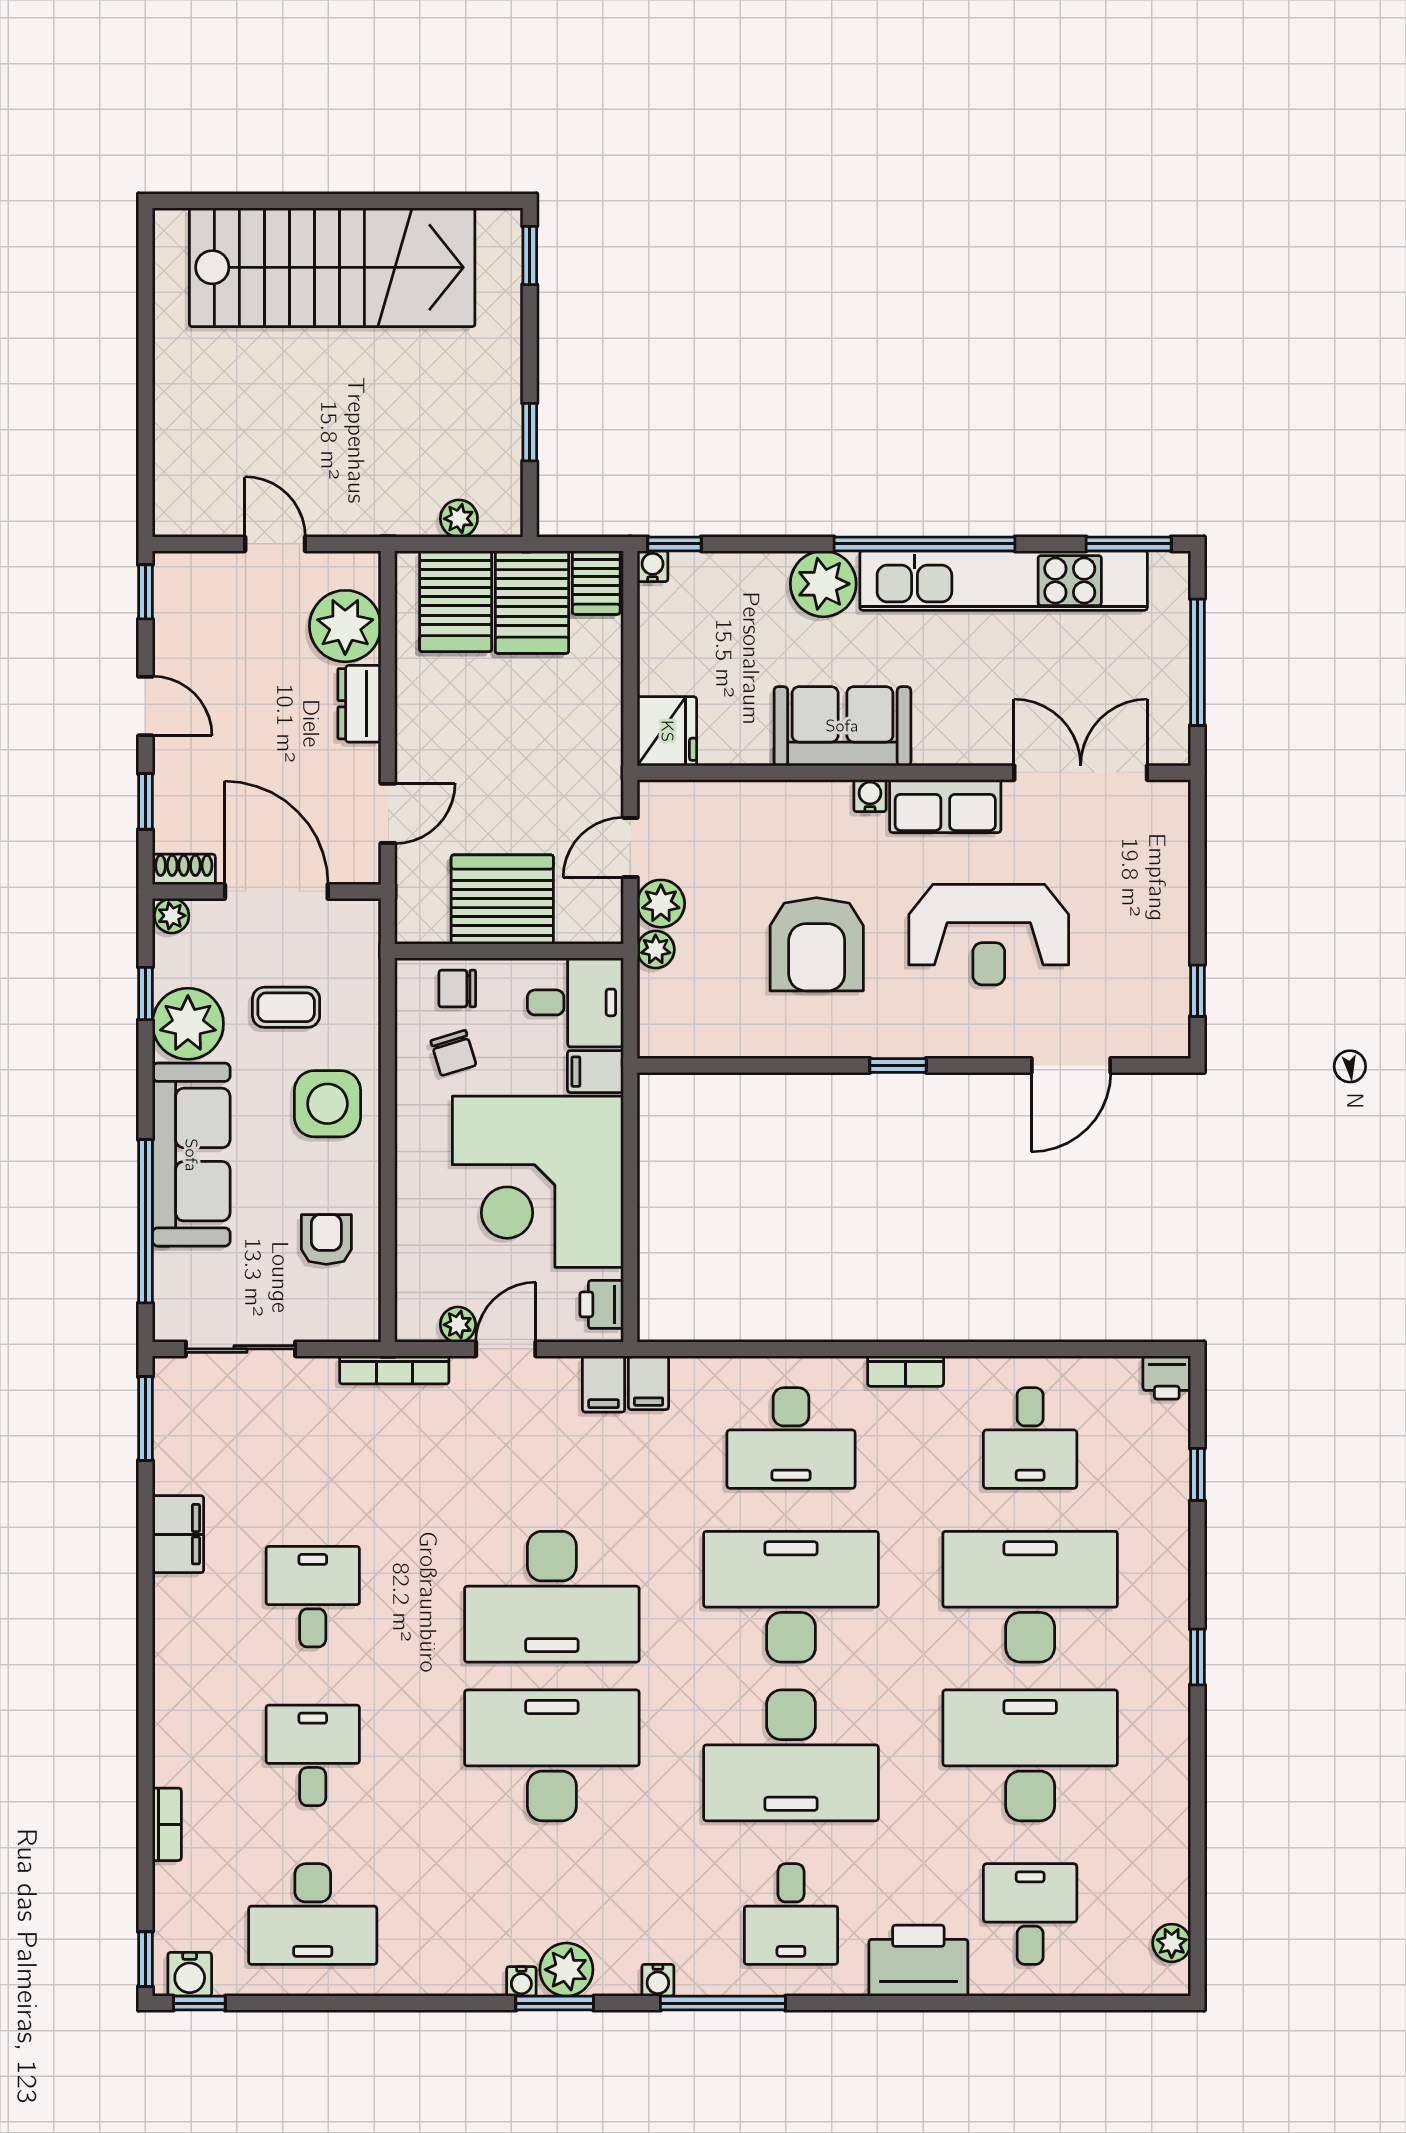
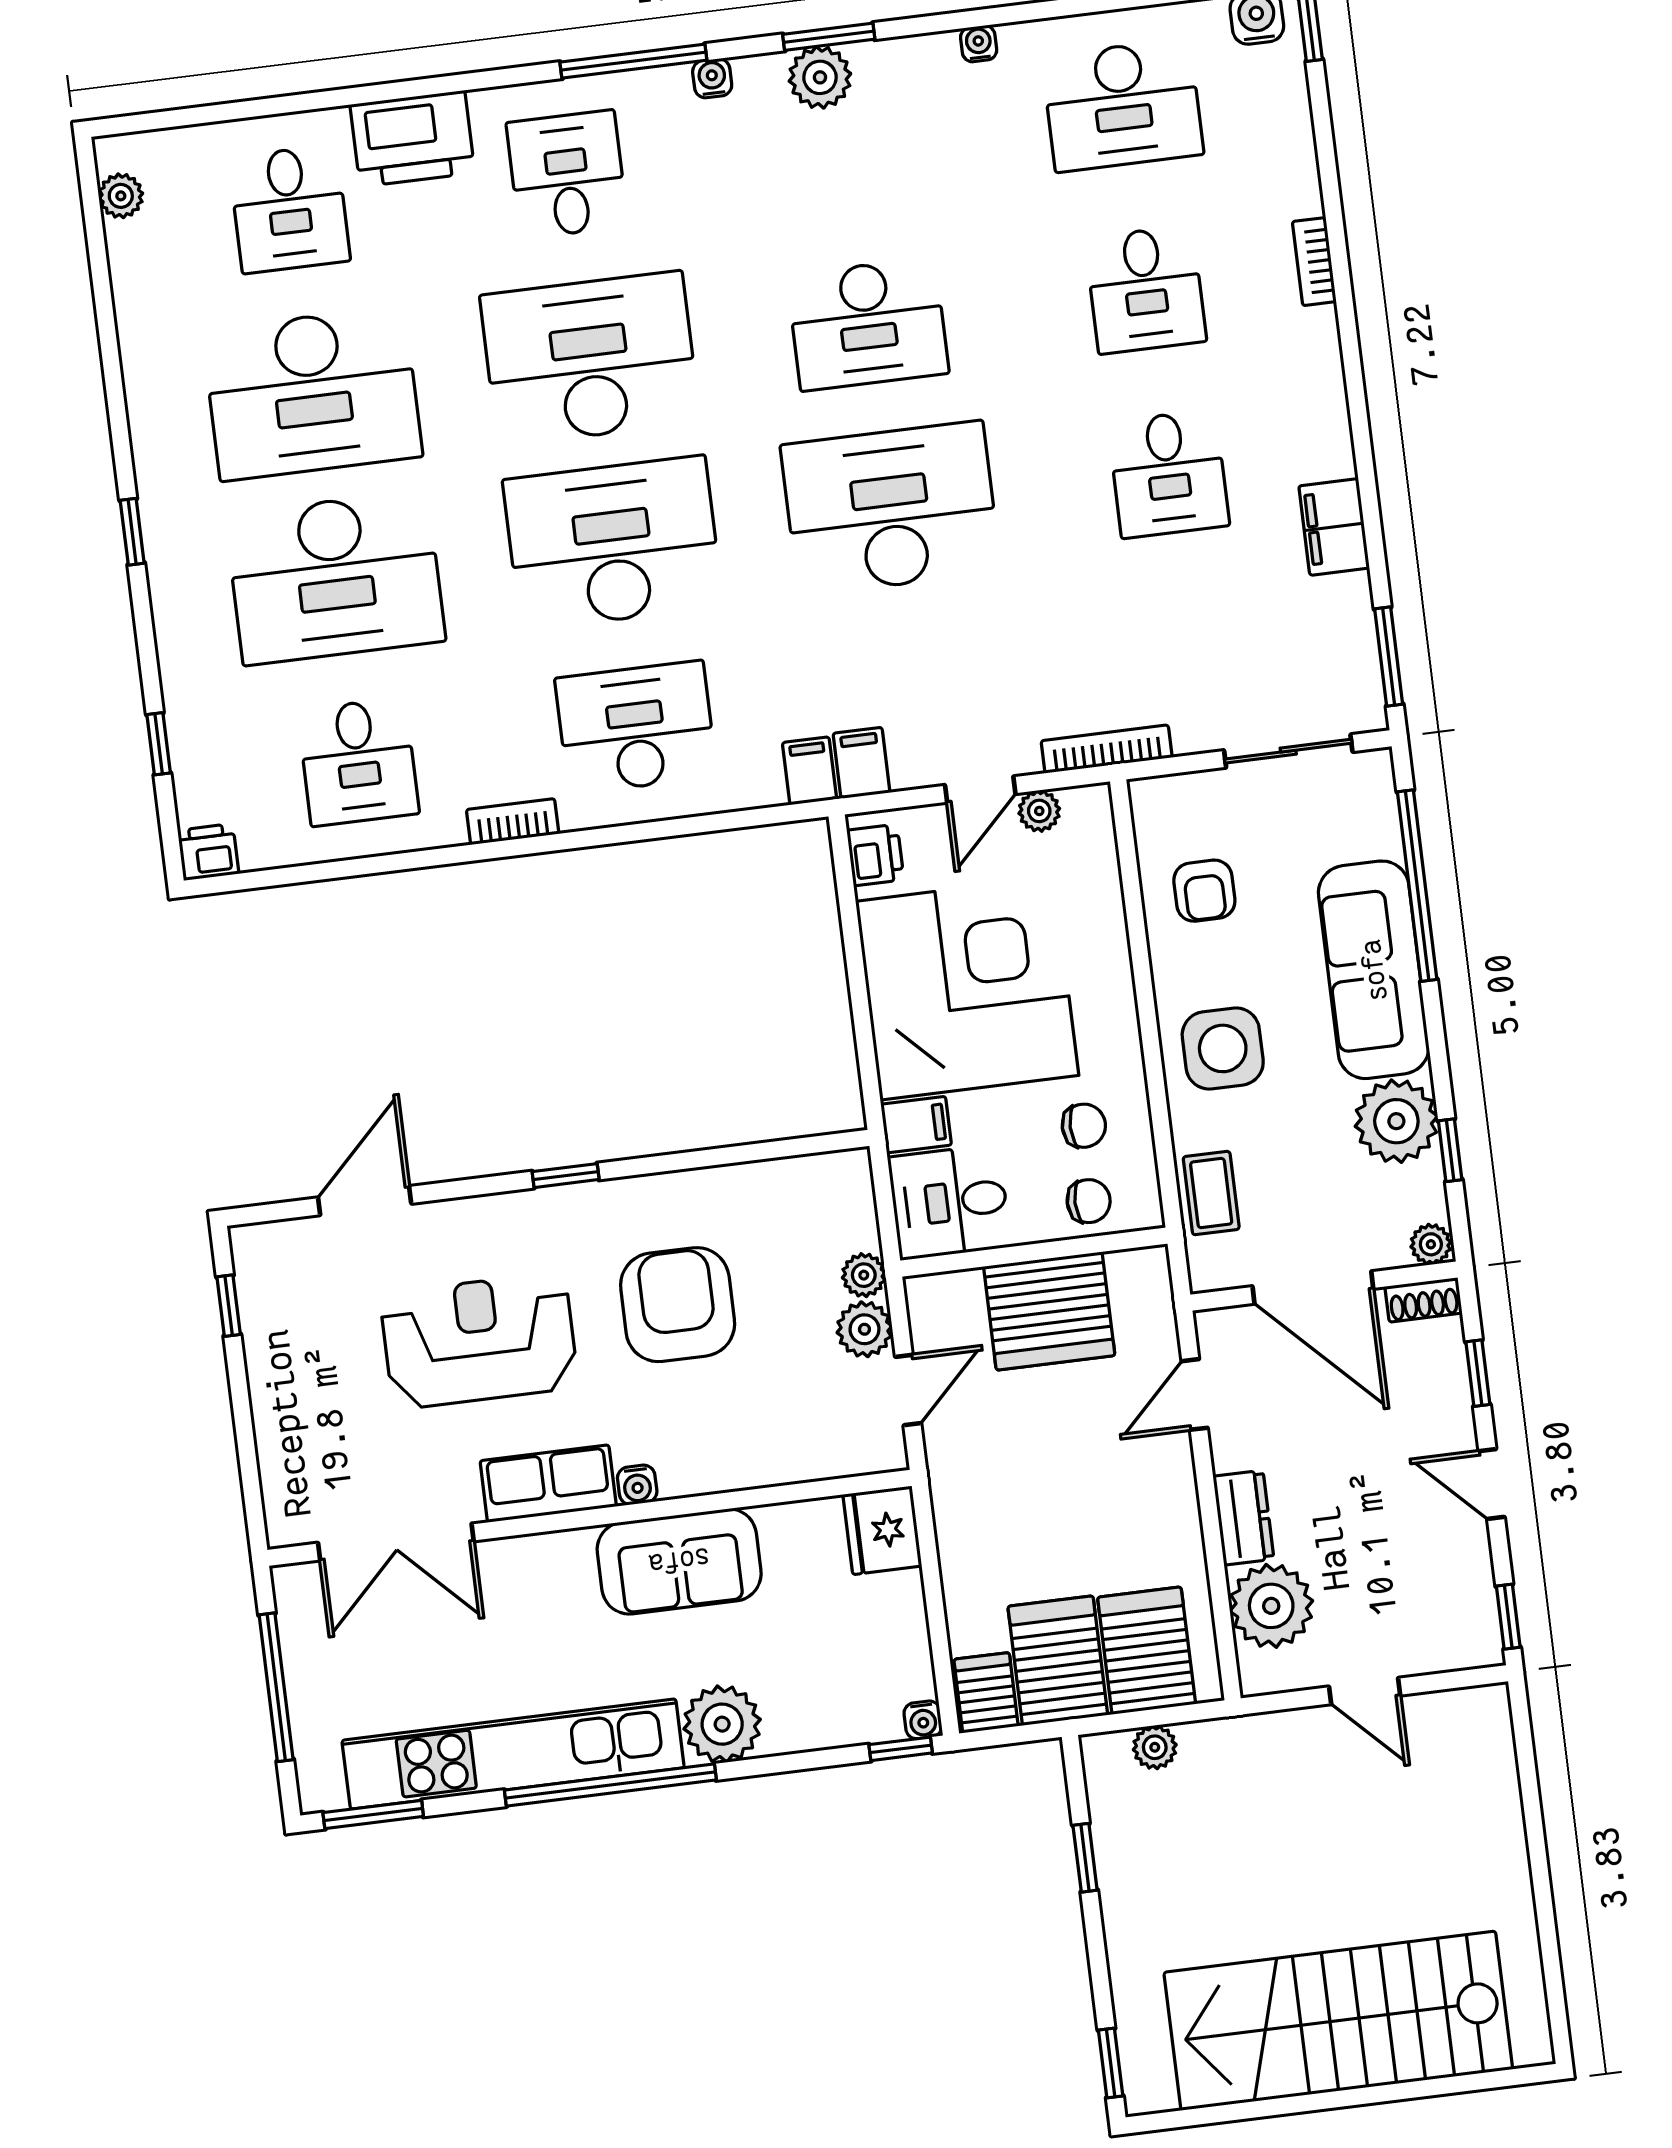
coffee table: (286, 1007) -> (1211, 1193), moved, turned 90
chair: (453, 1053) -> (1084, 1126), turned 107
desk: (1030, 1438) -> (358, 762), turned 180
desk: (791, 1597) -> (613, 543), turned 180
desk: (552, 1755) -> (868, 324), width x0.73, depth x0.77
bookcase: (167, 1824) -> (1314, 262), moved
desk: (313, 1914) -> (1123, 105), turned 180
water cooler: (521, 1981) -> (979, 44), moved

